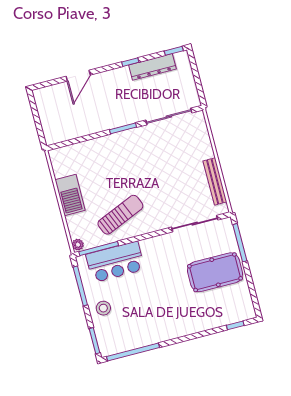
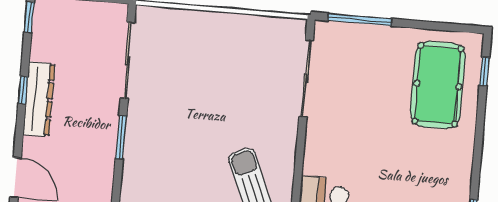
dresser: (152, 67) -> (39, 99), moved
bench: (215, 181) -> (252, 25), removed
pool table: (215, 272) -> (438, 85), moved

